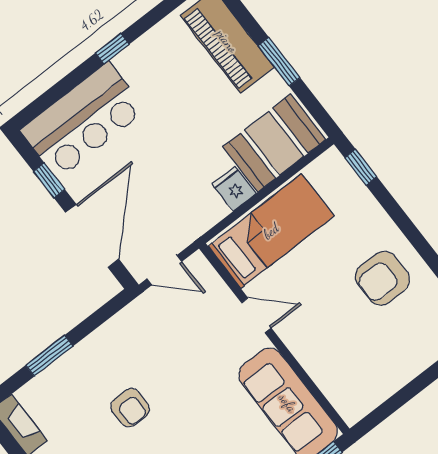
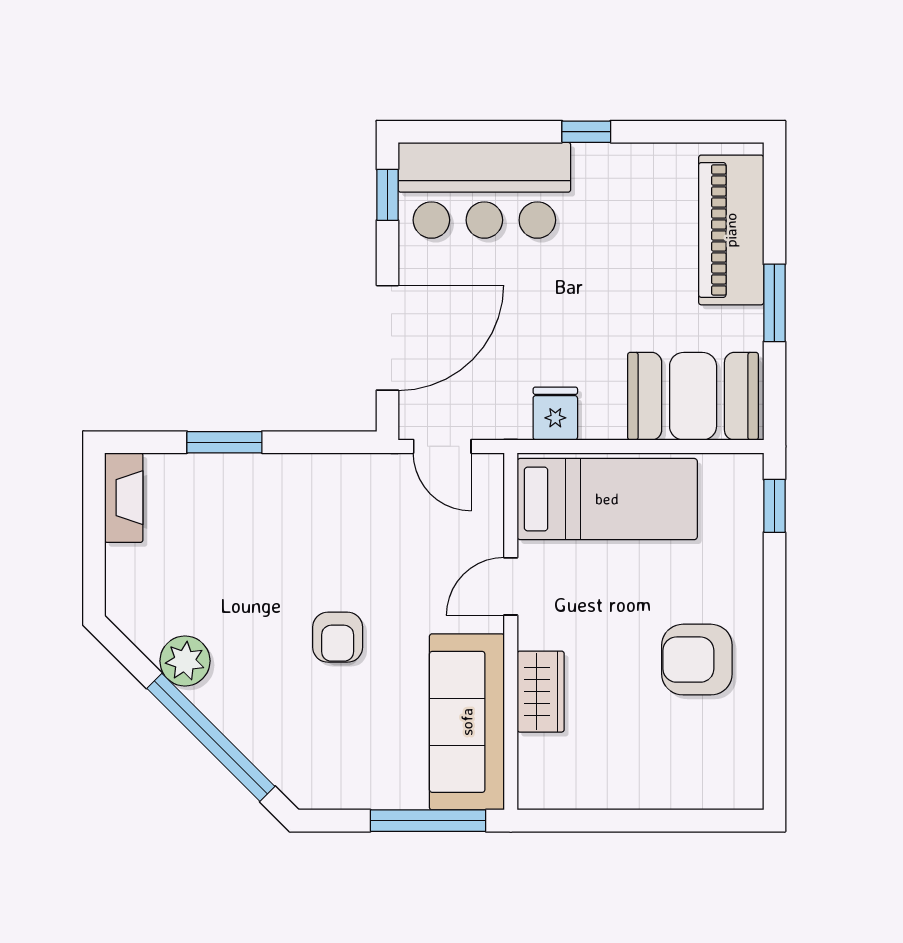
window: (49, 180) -> (387, 195), moved
fridge: (234, 189) -> (555, 414), moved
door: (256, 315) -> (511, 586), swing flipped
wardrobe: (314, 358) -> (541, 692), added
armchair: (130, 408) -> (338, 637), moved

